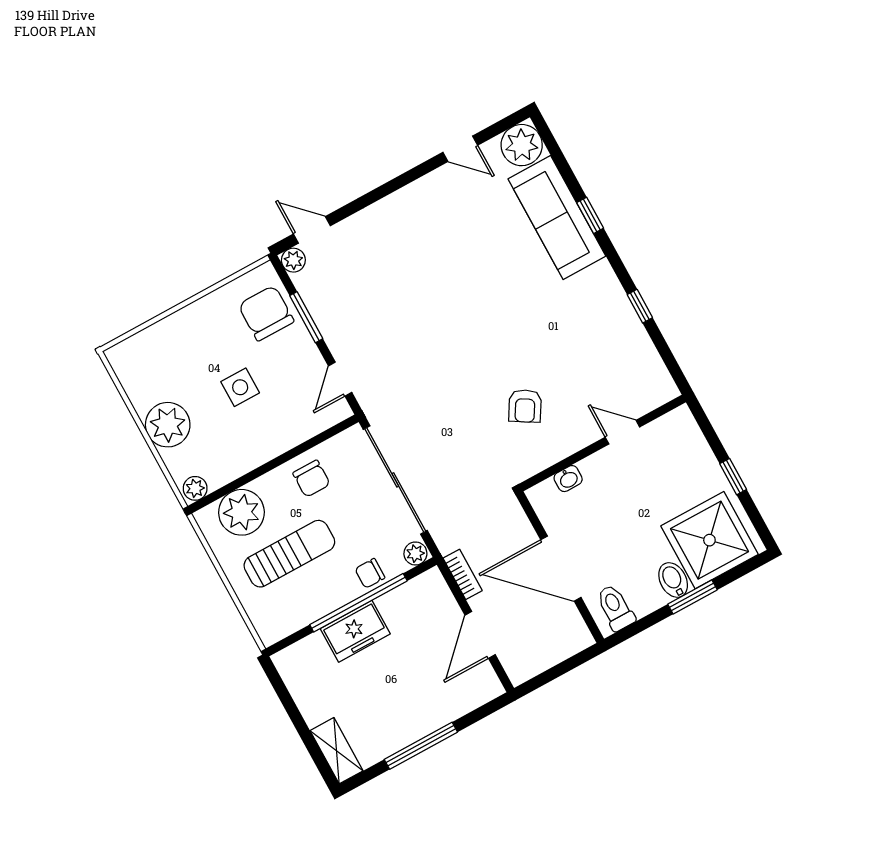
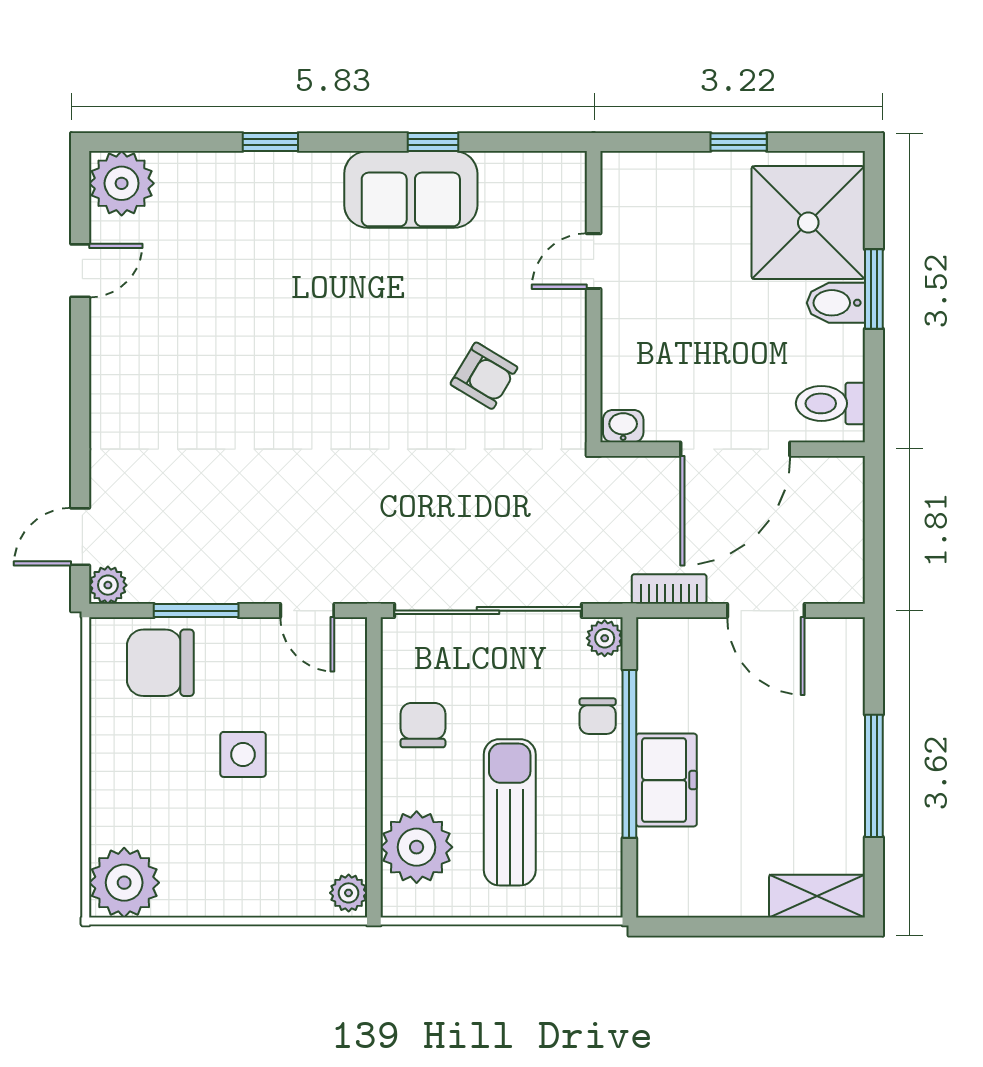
sofa: (557, 218) -> (411, 189), moved, width x0.73
plant: (168, 425) -> (124, 883), moved
chair: (311, 479) -> (423, 725), turned -90
washbasin: (568, 479) -> (623, 426), moved, turned -90

